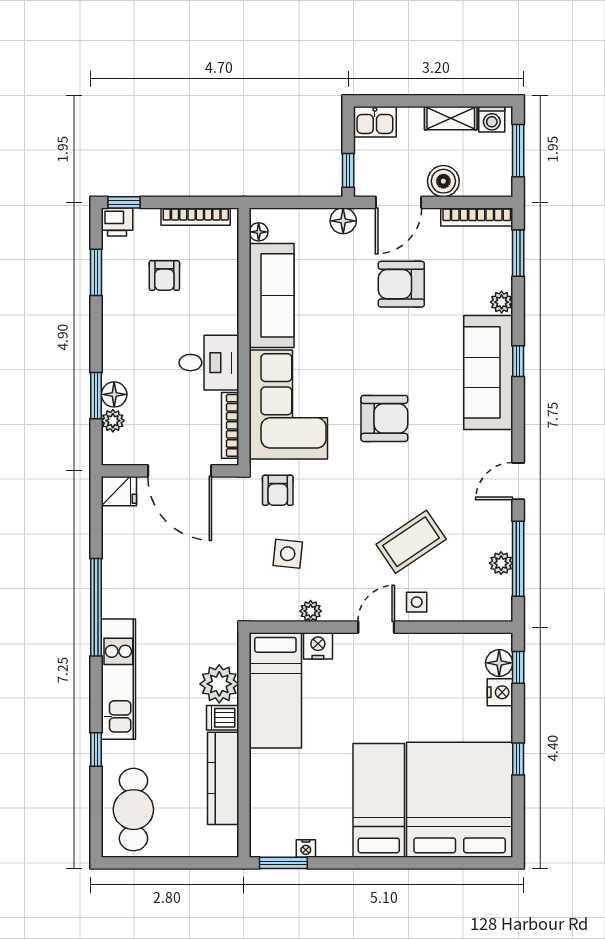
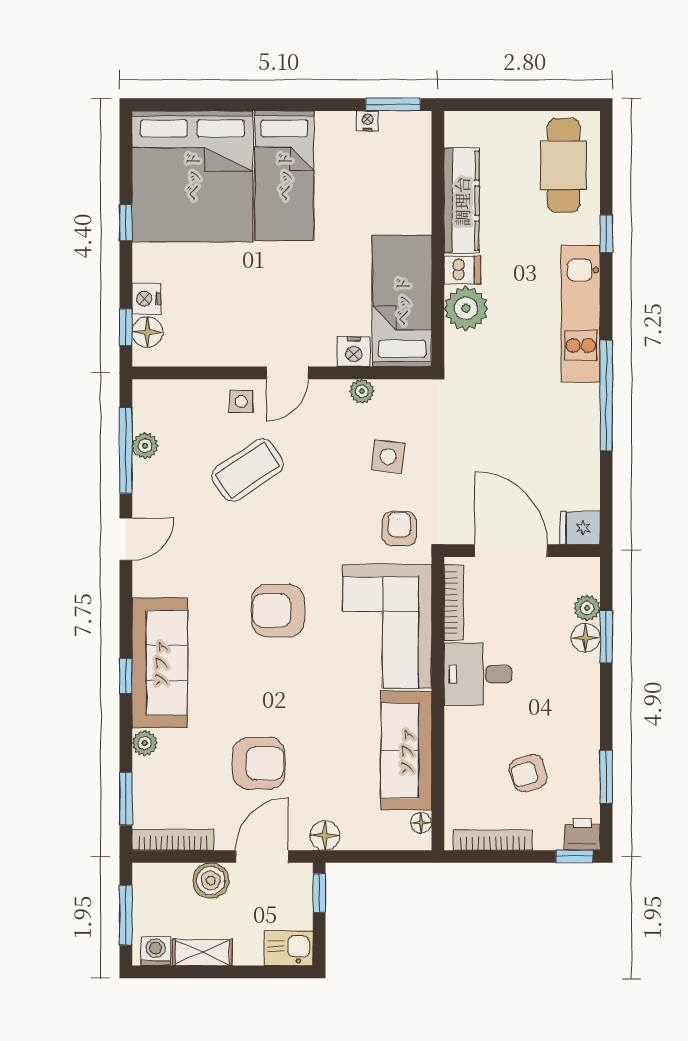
armchair: (164, 276) -> (528, 773), turned -106

